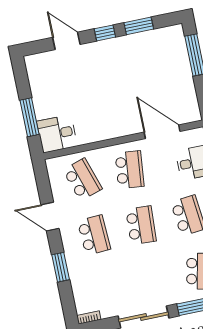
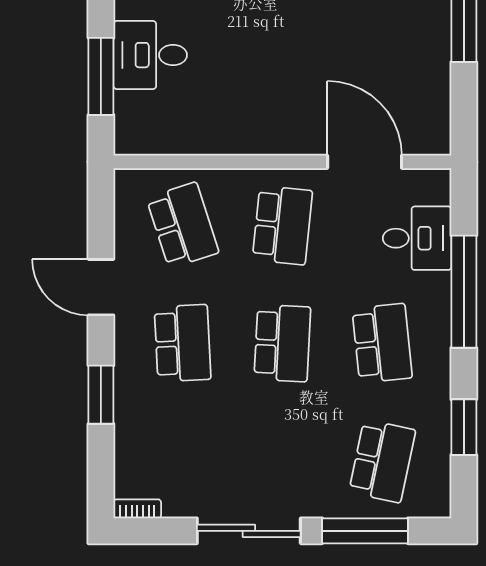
desk: (57, 134) -> (150, 55), moved

